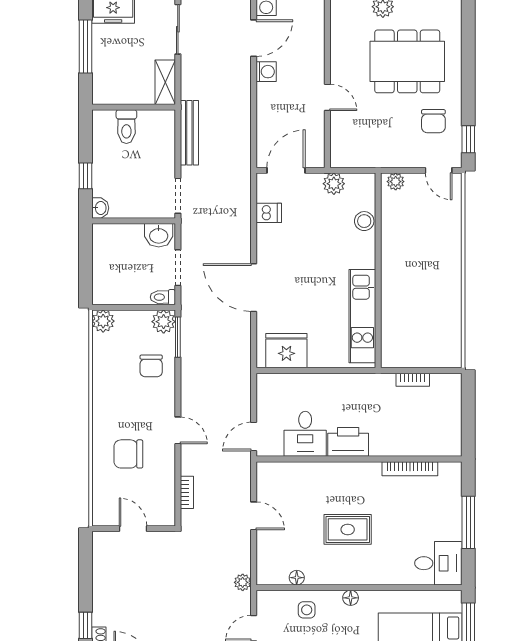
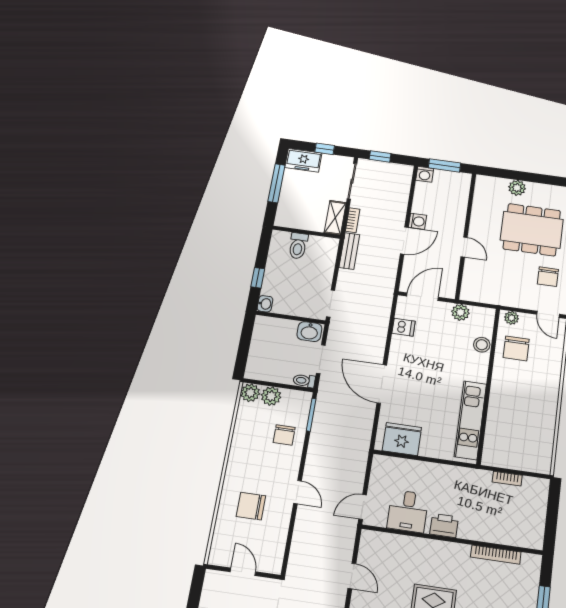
door: (254, 38) -> (404, 241), moved
bench: (189, 133) -> (349, 251), width x0.73
chair: (405, 220) -> (516, 348), added
plant: (164, 322) -> (271, 396), moved
printer: (348, 442) -> (444, 525), width x0.73, depth x0.84
bookcase: (187, 492) -> (353, 220), moved

